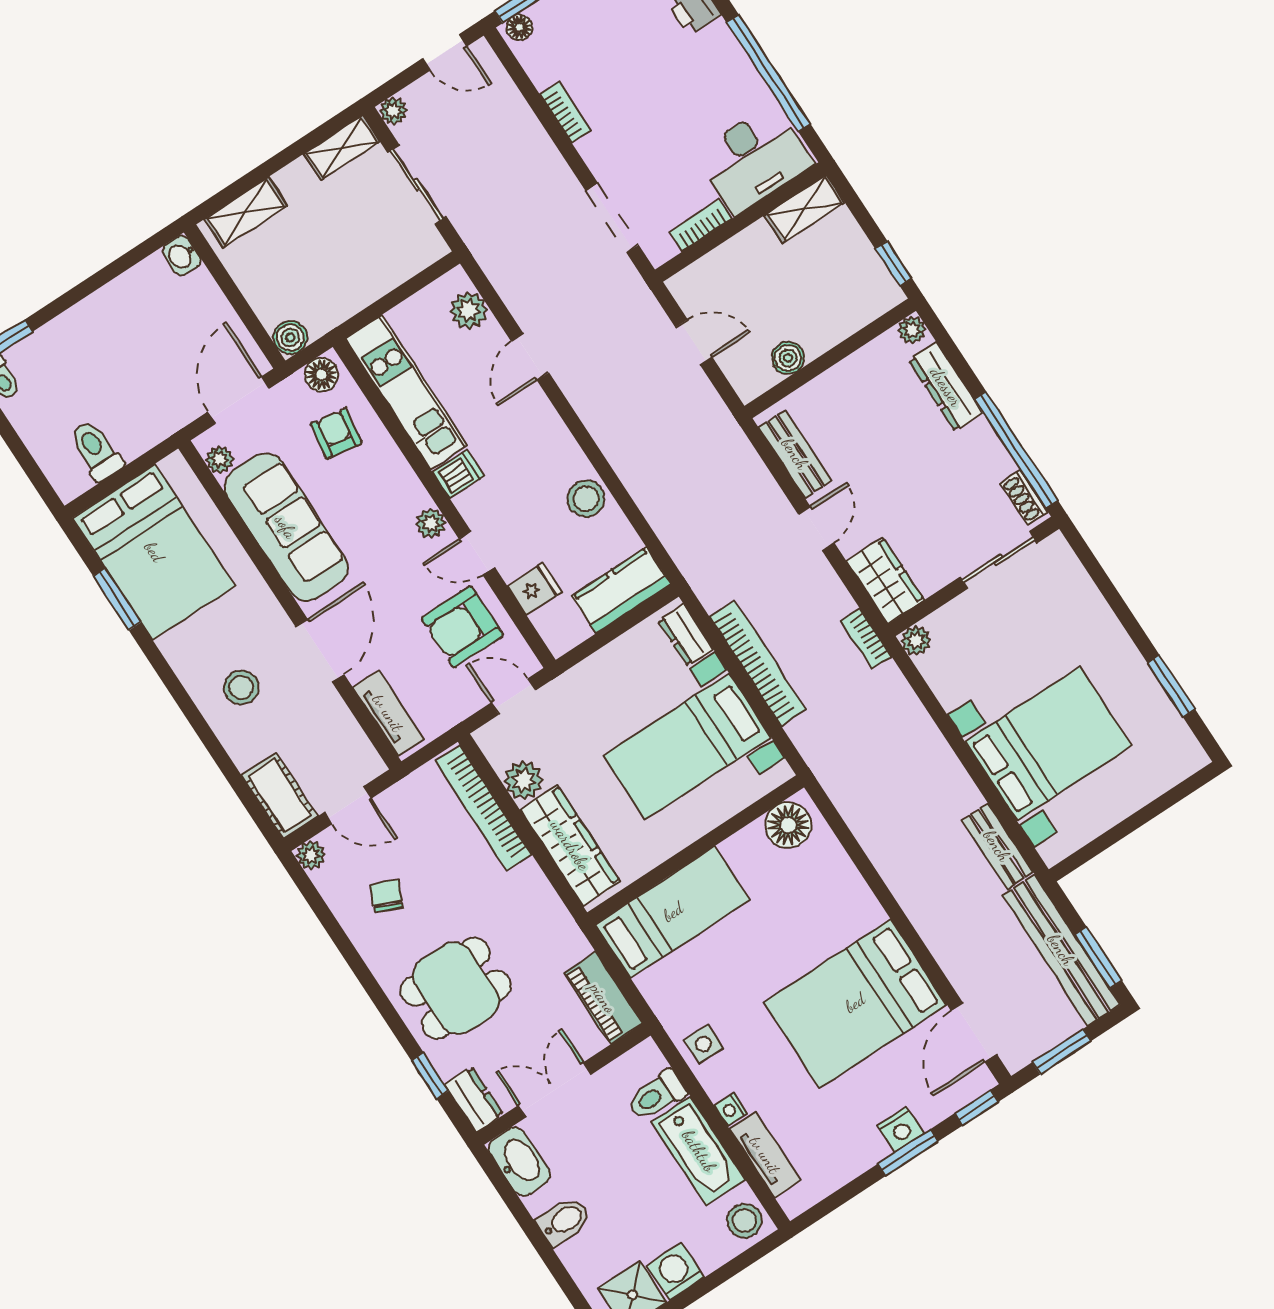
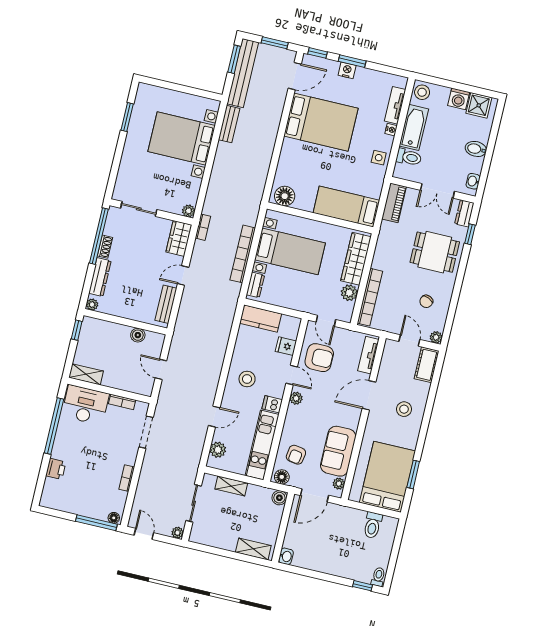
shelving: (342, 148) -> (231, 486), moved
shoe rack: (1024, 497) -> (105, 247), moved
stool: (586, 499) -> (247, 379), moved
sofa: (286, 527) -> (338, 451), width x0.73
washbasin: (519, 1162) -> (473, 181), width x0.52, depth x0.69

